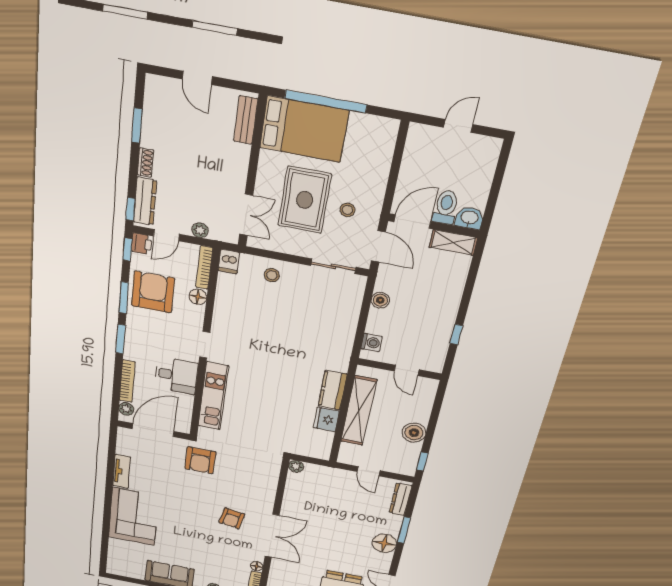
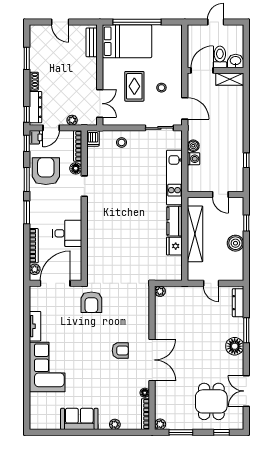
rug: (305, 200) -> (134, 86), width x0.73, depth x0.70
toilet: (446, 207) -> (220, 57), moved
washbasin: (470, 218) -> (236, 61), moved
door: (412, 222) -> (202, 70), moved
wall: (434, 226) -> (215, 70), moved
shelving: (453, 243) -> (230, 79), moved
washing machine: (371, 343) -> (193, 159), moved
doorway: (205, 345) -> (84, 186), moved
kitchen unit: (213, 396) -> (174, 178), moved, turned 180
window: (422, 461) -> (246, 223), moved
armchair: (232, 518) -> (120, 350), turned -100

